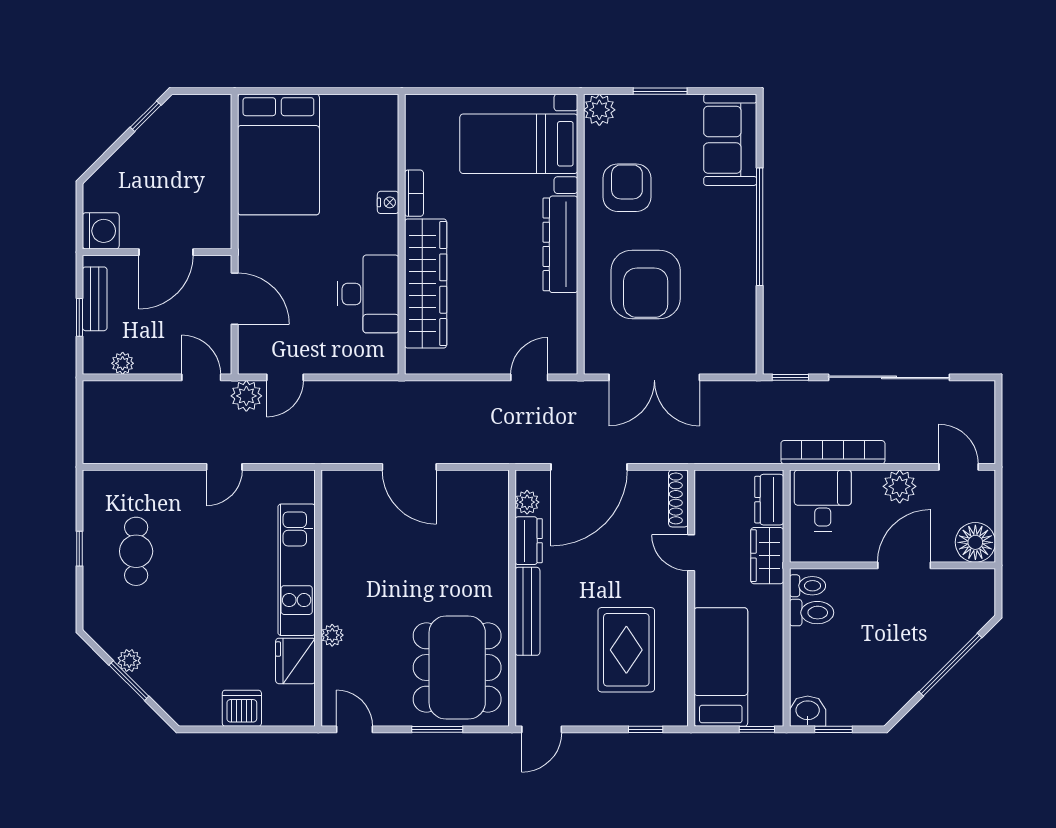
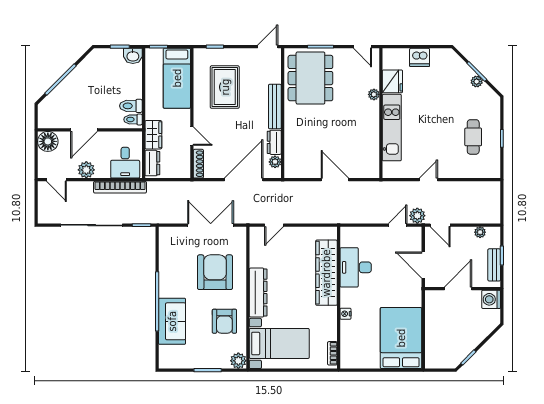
sofa: (730, 140) -> (172, 321), moved
bookcase: (414, 193) -> (332, 353), moved

